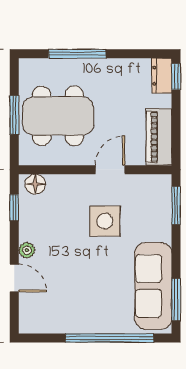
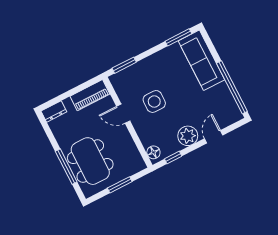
window: (176, 77) -> (50, 103), removed
dining table: (58, 116) -> (90, 161), moved
plant: (27, 250) -> (188, 136), width x1.87, depth x1.87
sofa: (153, 286) -> (201, 60), moved, turned 90
window: (110, 338) -> (232, 87), moved

